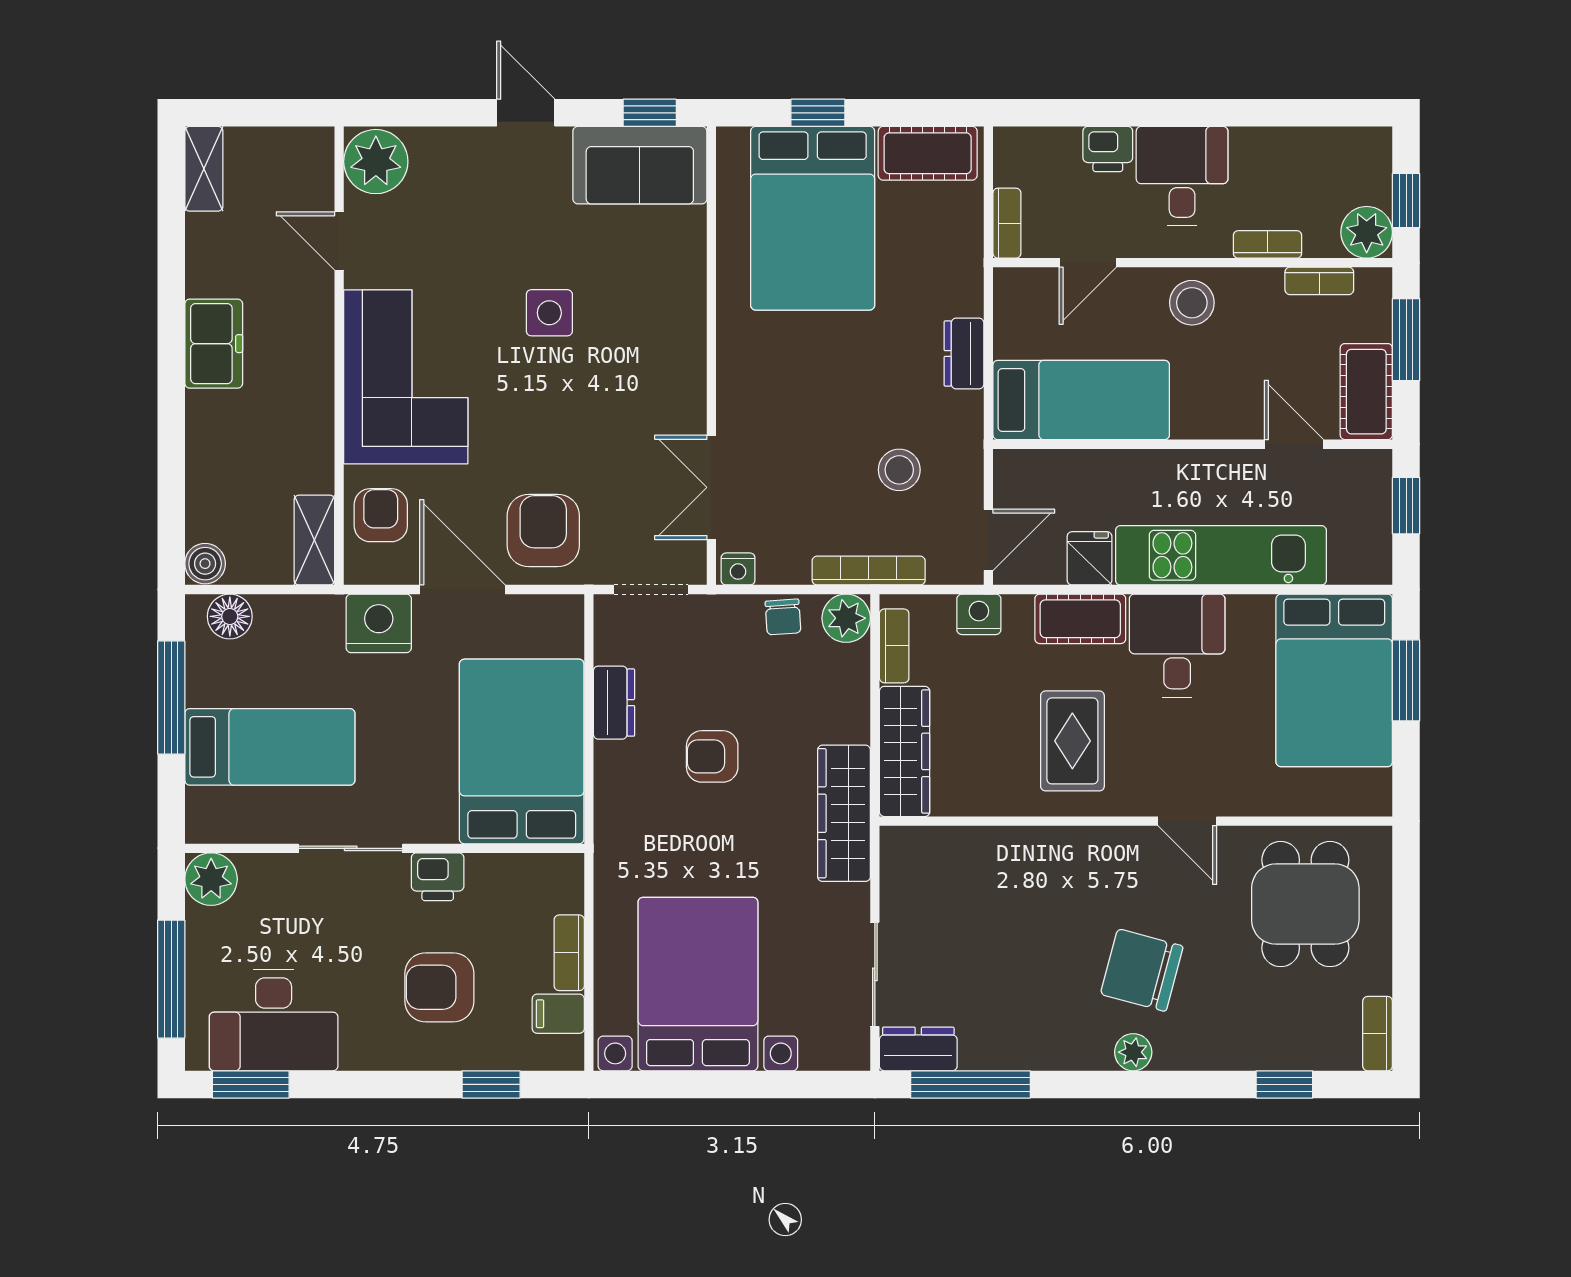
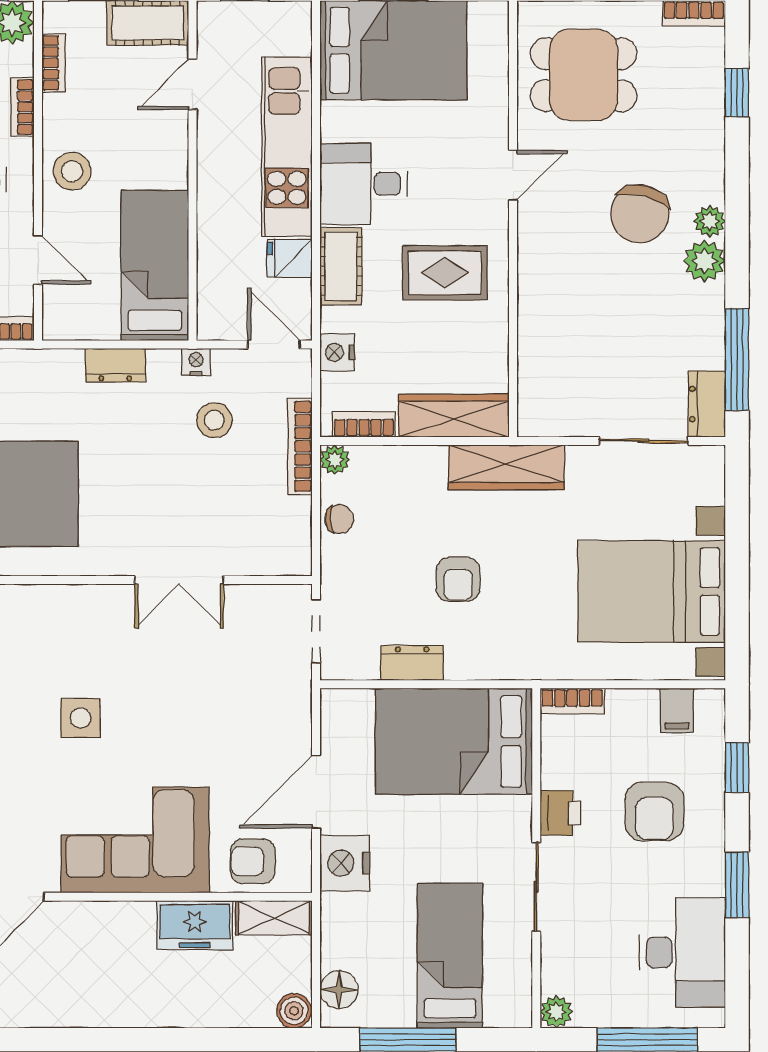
freezer: (214, 344) -> (195, 925), moved, turned 180
double door: (711, 487) -> (179, 580), moved
armchair: (543, 530) -> (266, 723), removed
nightstand: (738, 569) -> (196, 362), moved, turned -90
plant: (846, 618) -> (335, 460), width x0.73, depth x0.73
plant: (211, 879) -> (556, 1012), width x0.73, depth x0.73
bookcase: (569, 953) -> (572, 701), moved
plant: (1086, 1046) -> (704, 261), added
window: (251, 1084) -> (737, 885), moved

